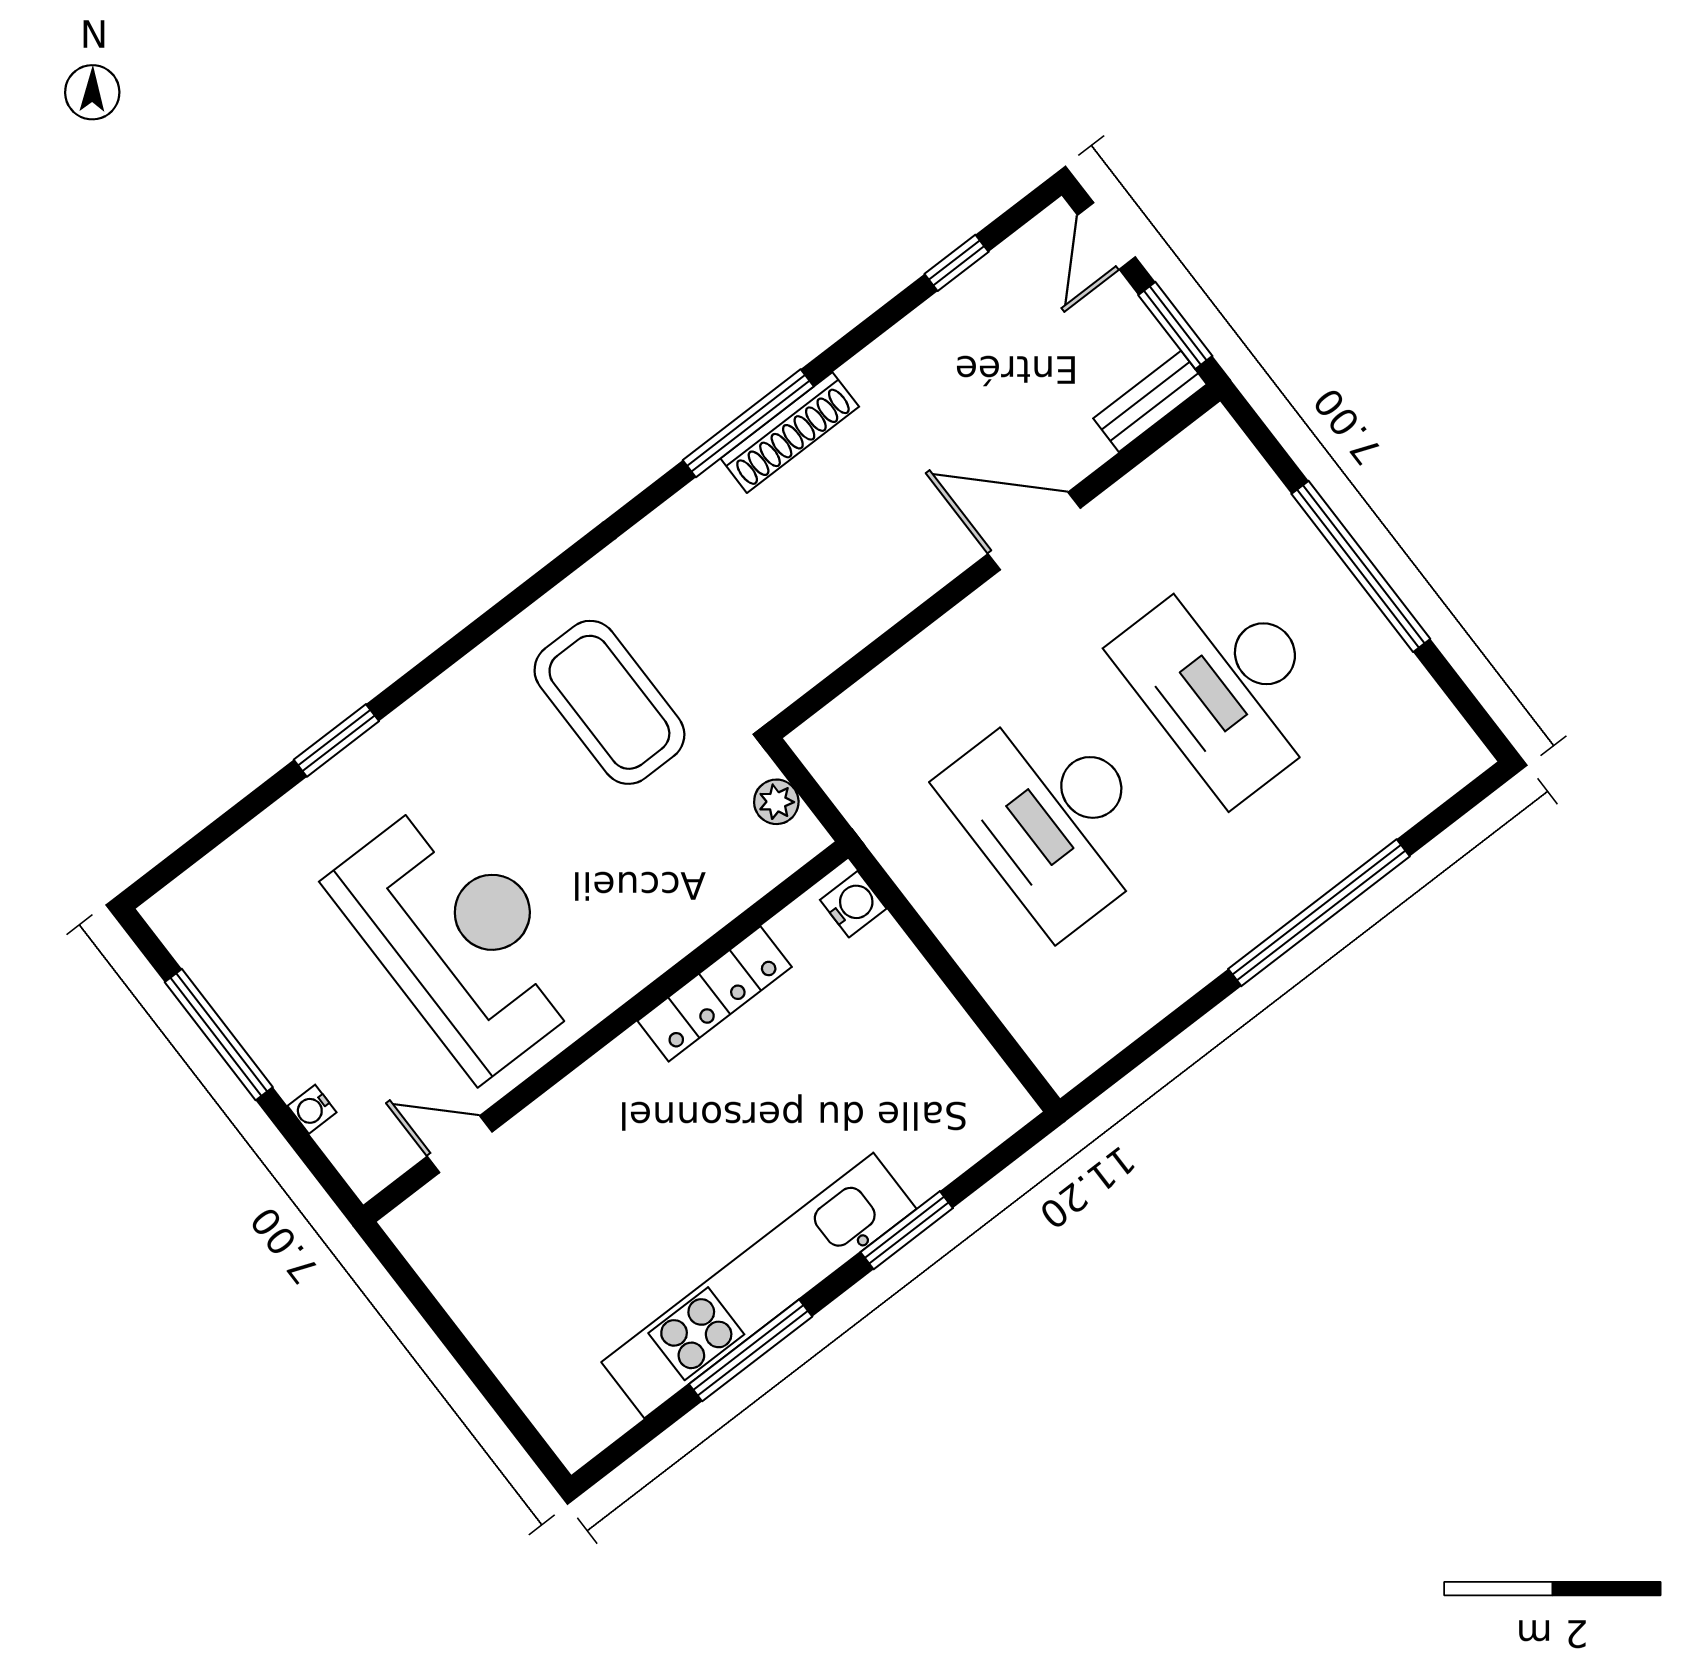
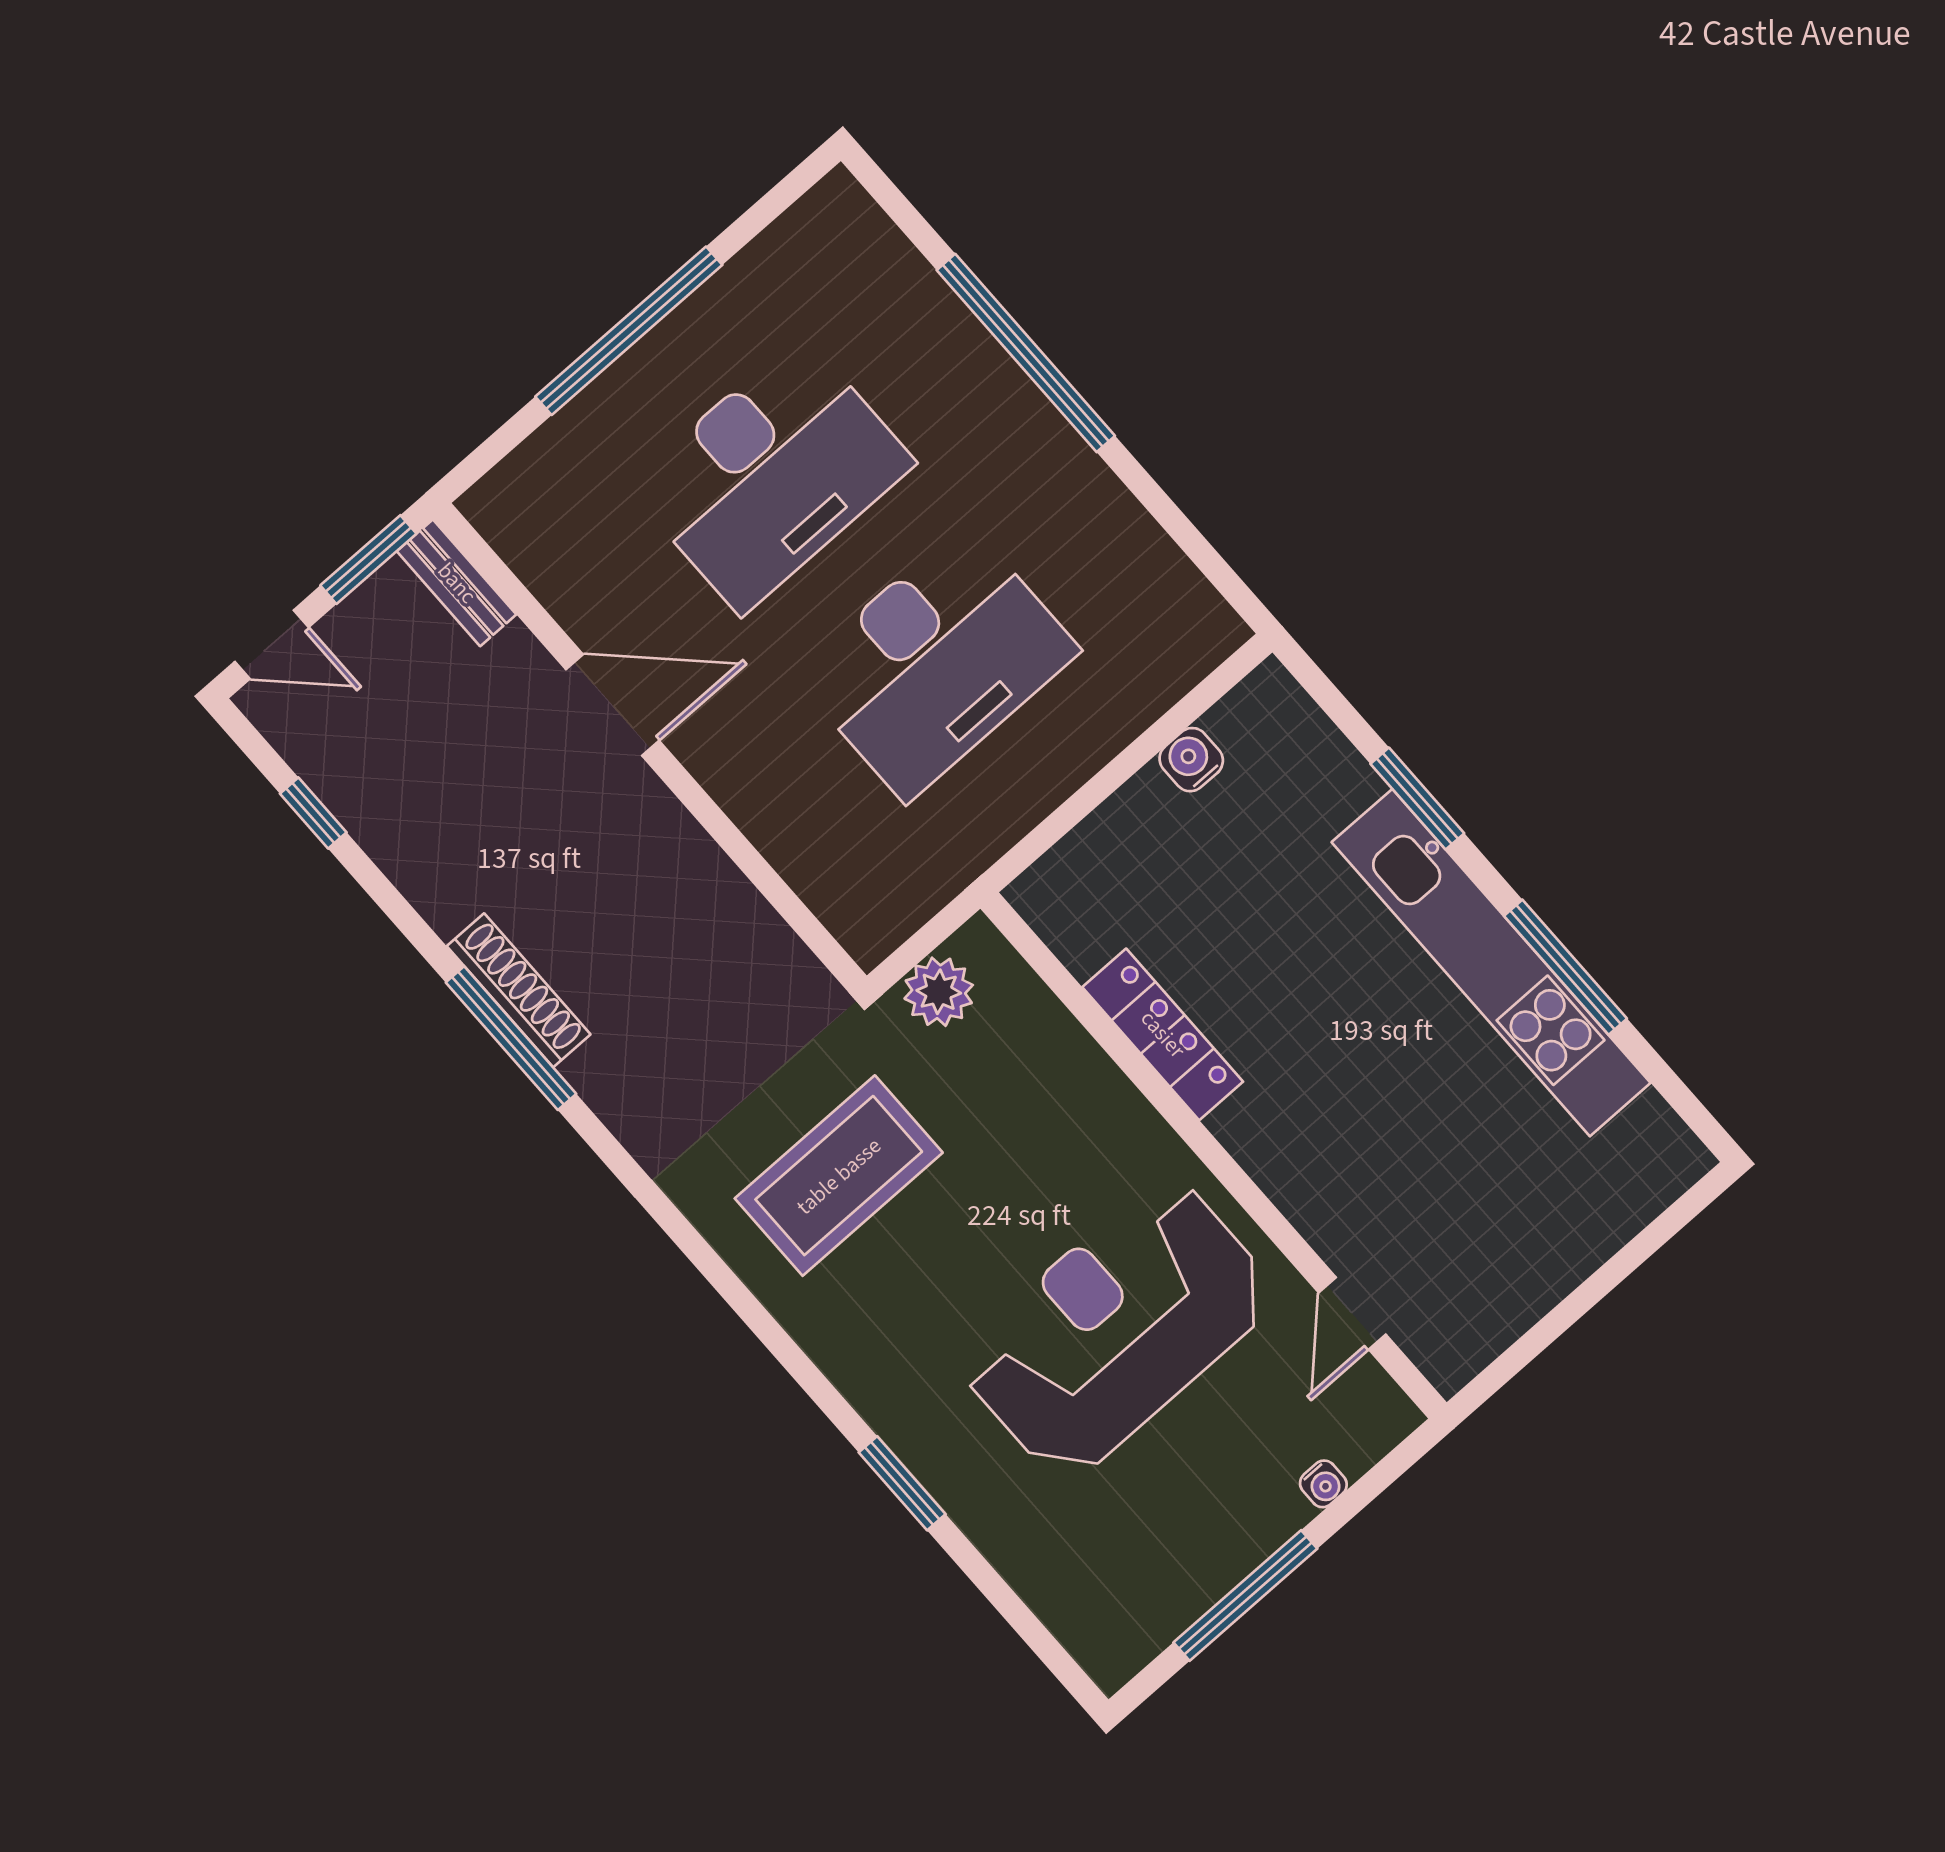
door: (1034, 531) -> (613, 705), swing flipped
plant: (776, 802) -> (939, 992), width x1.38, depth x1.38
water cooler: (853, 904) -> (1191, 760), moved

